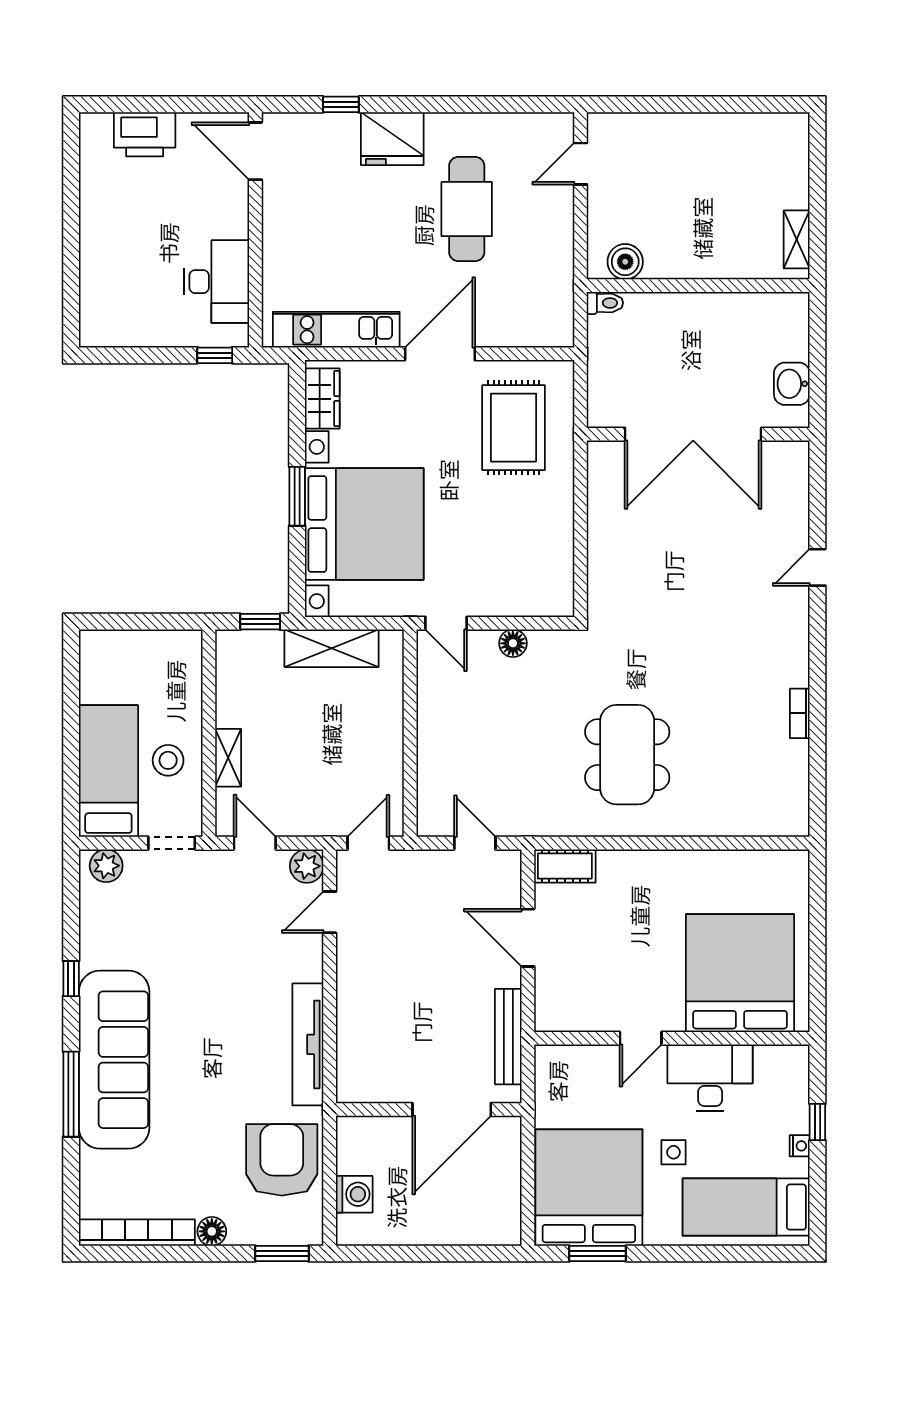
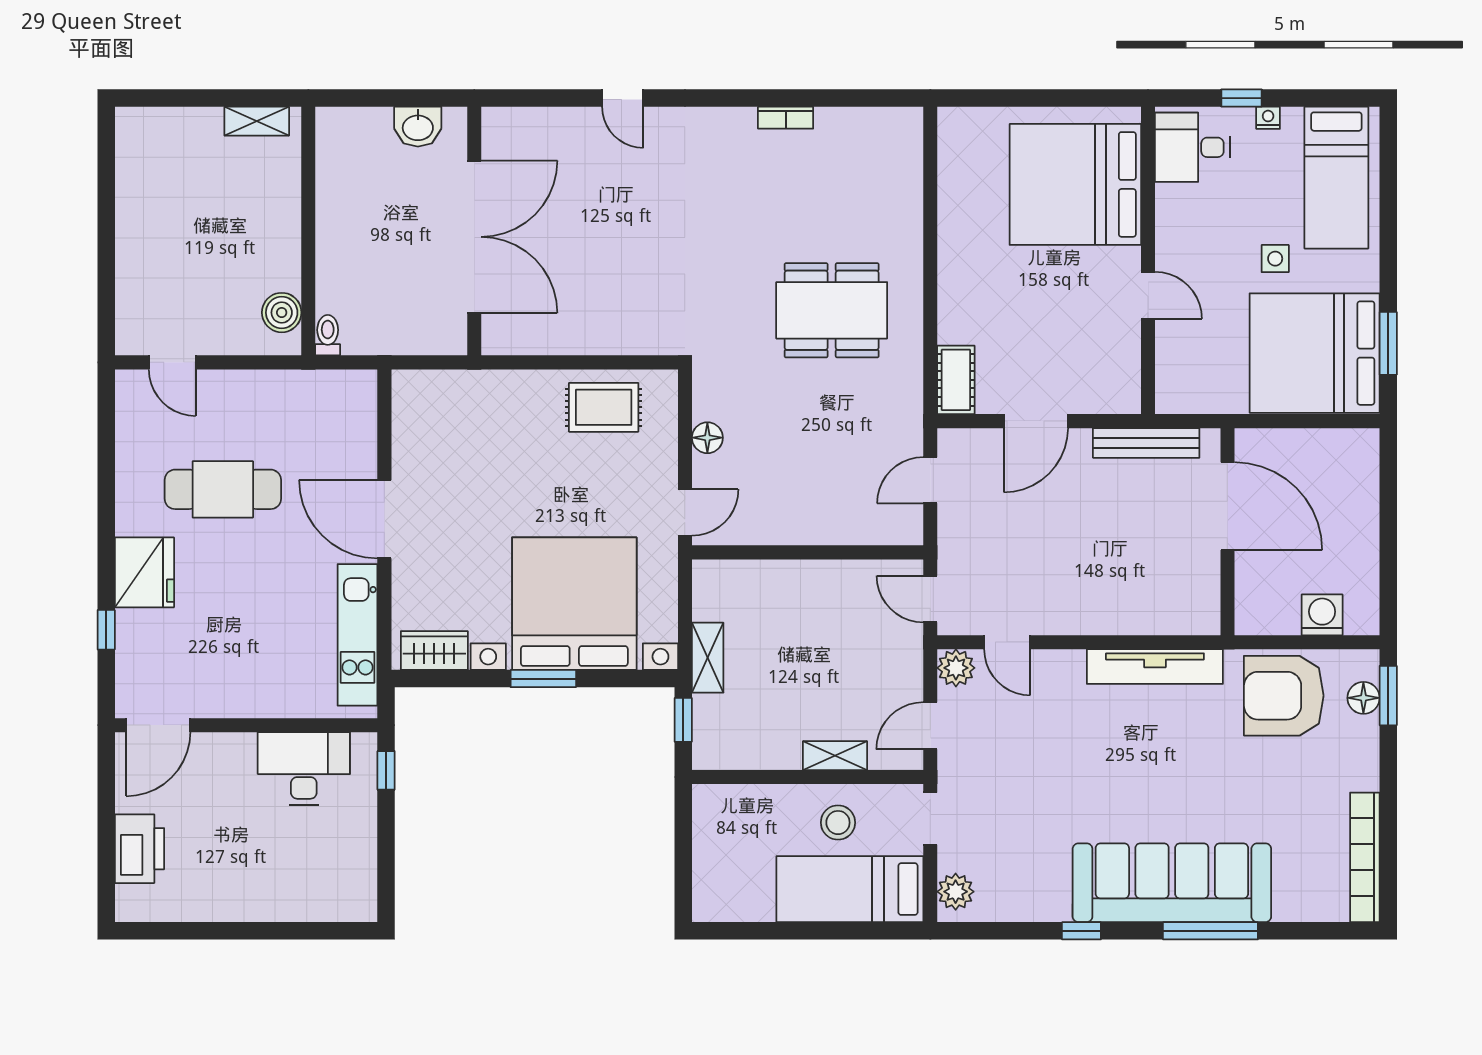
rug: (514, 428) -> (604, 407), moved, width x0.73, depth x0.70
shelving: (332, 648) -> (708, 658), width x0.67, depth x0.75
desk: (710, 1078) -> (1192, 147), moved, width x0.73
floor lamp: (212, 1231) -> (1363, 698), moved

